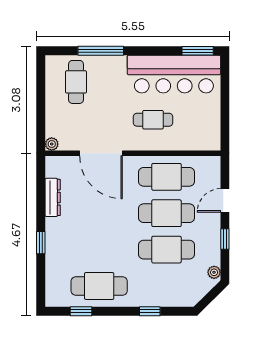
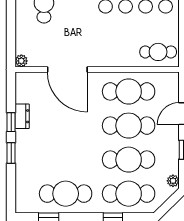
cafe table: (153, 120) -> (158, 52), moved
dresser: (53, 197) -> (22, 116), width x0.70
window: (41, 210) -> (11, 122), added
cafe table: (166, 286) -> (129, 194), added

